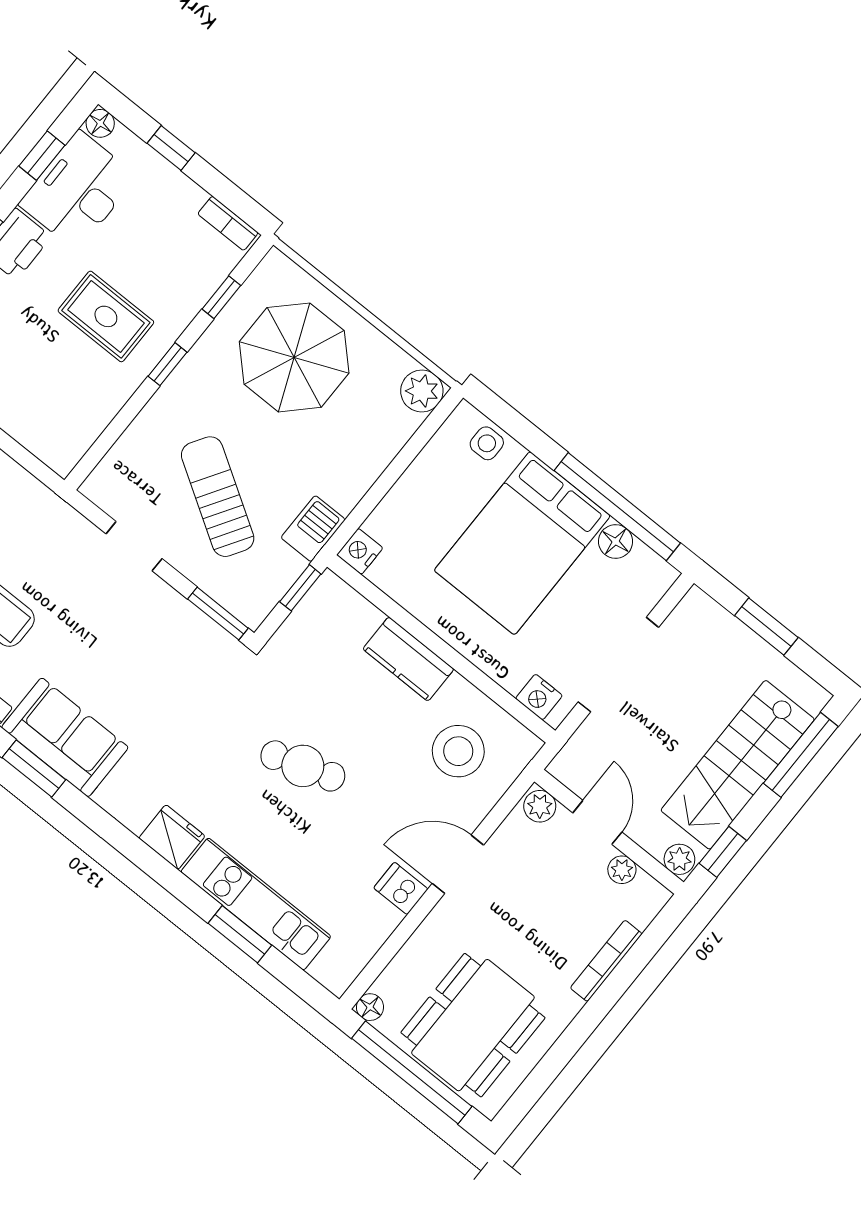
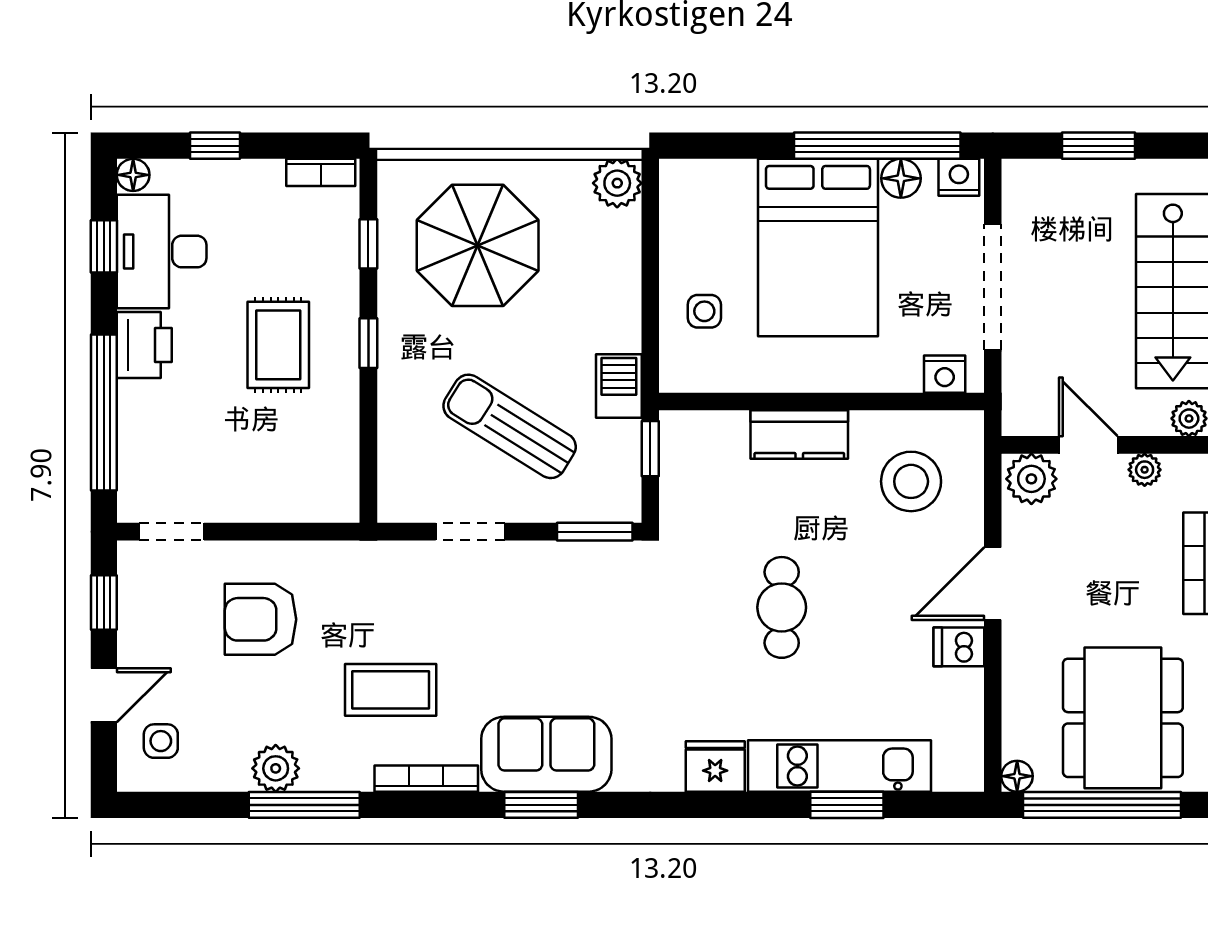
rug: (106, 316) -> (278, 345), turned 90
side table: (487, 443) -> (704, 311), moved
nightstand: (360, 551) -> (959, 177), moved, turned 90
cafe table: (303, 766) -> (782, 607), turned -72
plant: (540, 806) -> (1031, 479), width x1.38, depth x1.38

